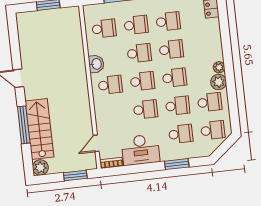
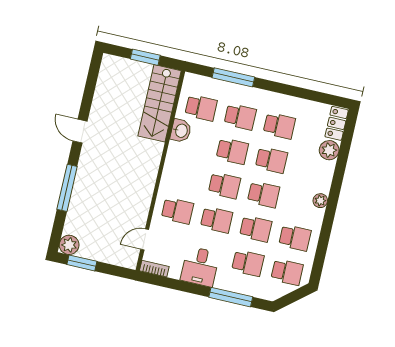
washbasin: (96, 64) -> (181, 131), moved
plant: (219, 82) -> (329, 150), moved
school desk: (110, 85) -> (177, 211), moved
stairs: (39, 129) -> (160, 103), moved, turned 180
desk: (140, 150) -> (200, 267), width x0.73
window: (177, 164) -> (231, 297), width x1.44
window: (75, 175) -> (82, 263), moved

